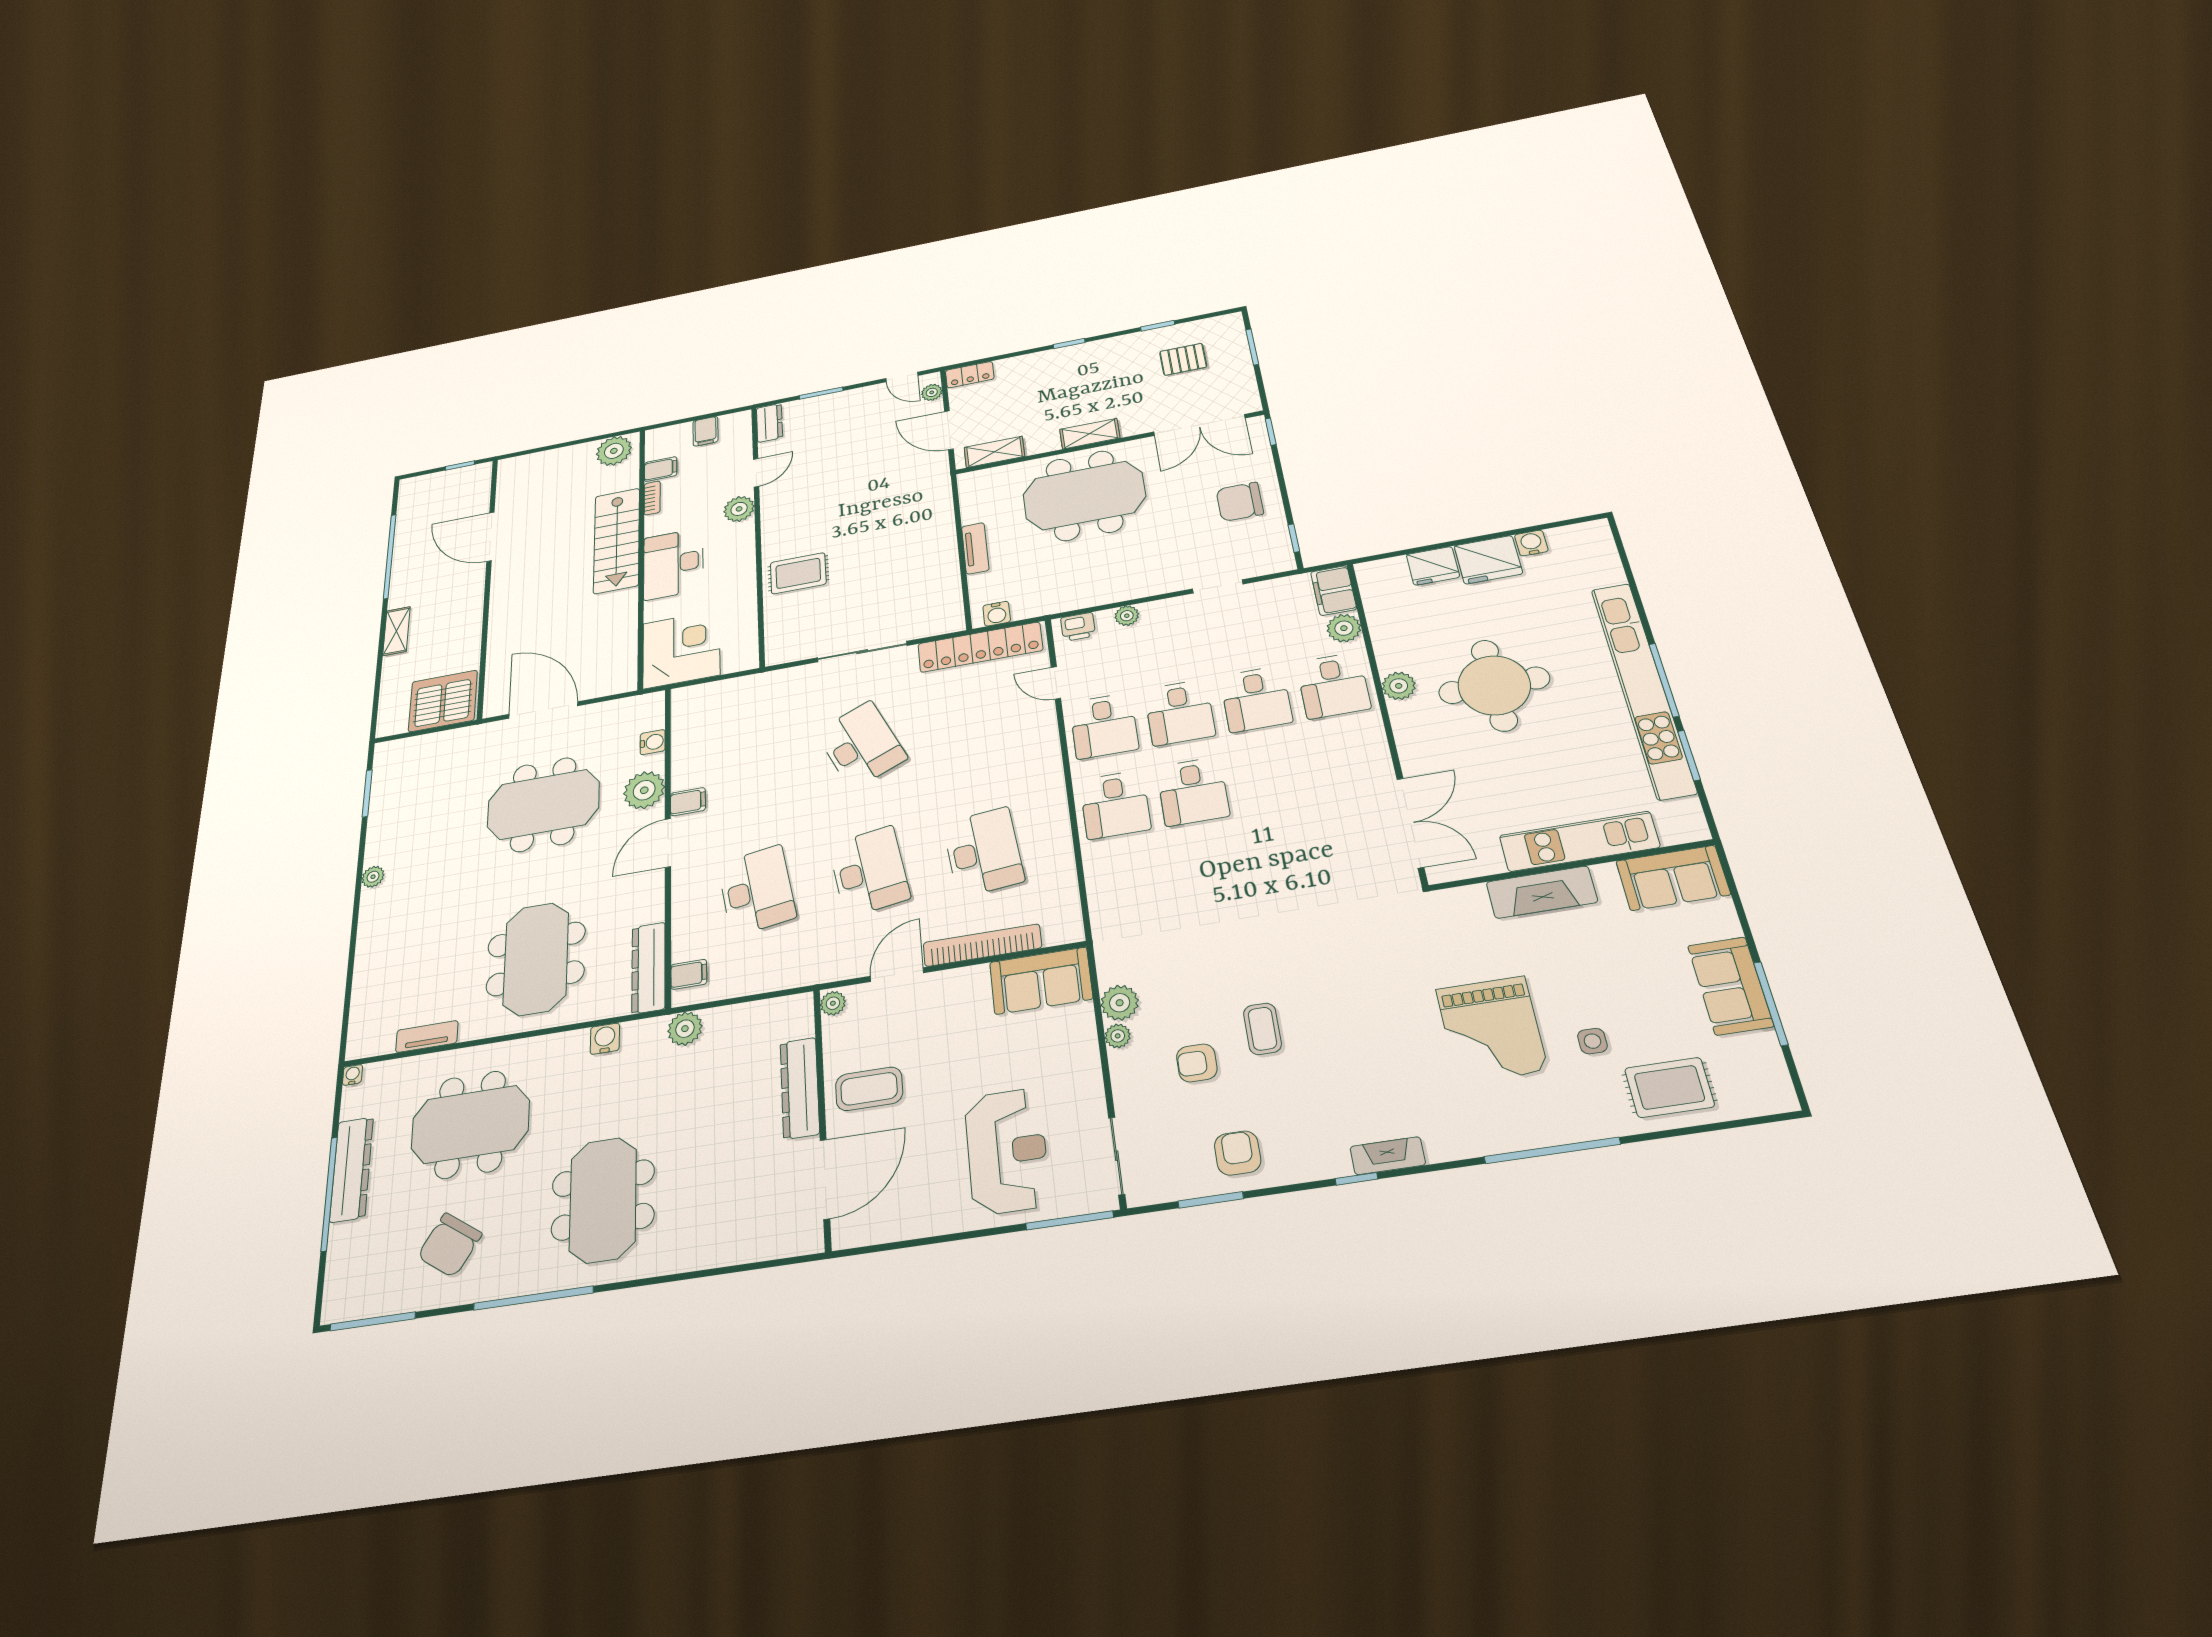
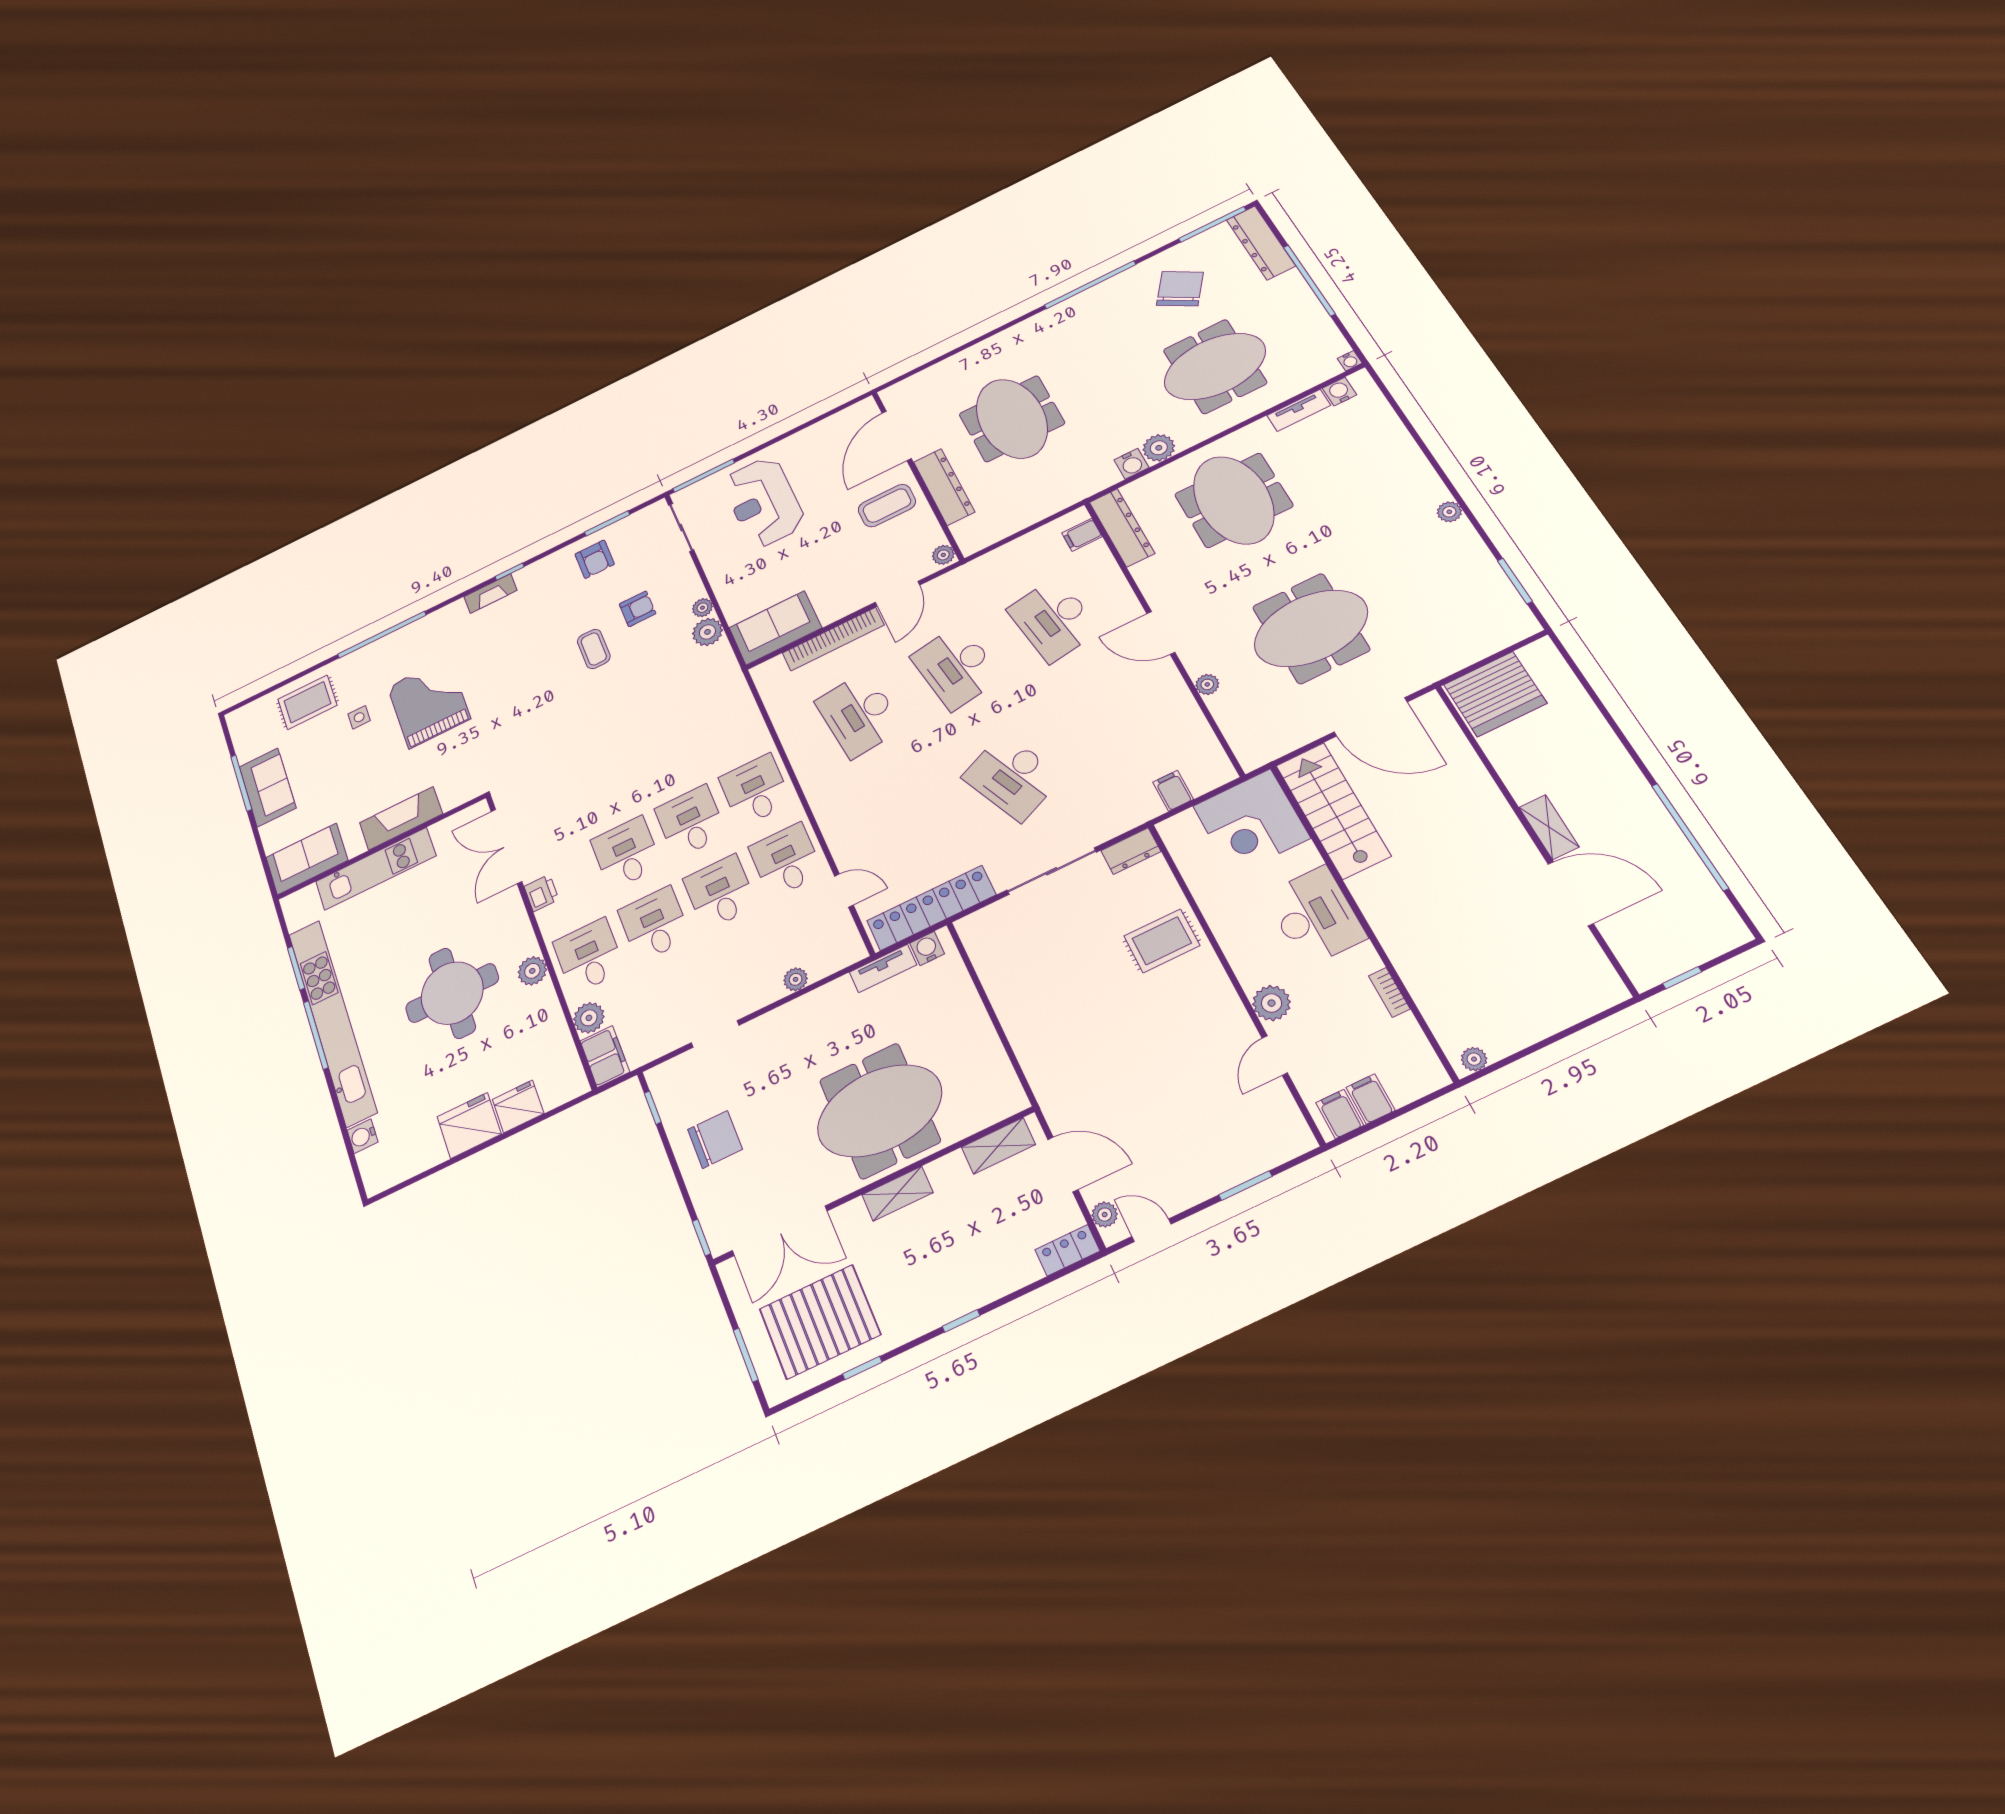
pallet: (1183, 359) -> (820, 1322), width x2.05, depth x2.00
dresser: (769, 423) -> (1131, 851), moved, turned -90
double door: (1199, 425) -> (780, 1231), swing flipped
plant: (614, 451) -> (1474, 1059), width x0.53, depth x0.53
filing cabinet: (661, 469) -> (1340, 1114), moved, turned 90
stairs: (617, 540) -> (1333, 810), moved
water cooler: (1531, 543) -> (363, 1136), moved, turned 90
tv unit: (975, 548) -> (883, 968), moved, turned -90
printer: (1078, 627) -> (541, 893), moved, turned 90
shelving: (397, 631) -> (1549, 827), moved
water cooler: (653, 742) -> (1340, 392), moved, turned 90
desk: (1271, 778) -> (626, 853), added
plant: (644, 790) -> (1207, 684), width x0.53, depth x0.53
filing cabinet: (688, 802) -> (1173, 791), moved, turned 90
door: (668, 843) -> (1161, 633), swing flipped
plant: (685, 1029) -> (1159, 448), moved
dresser: (352, 1169) -> (1261, 243), moved
meeting table: (603, 1200) -> (1012, 419), moved

